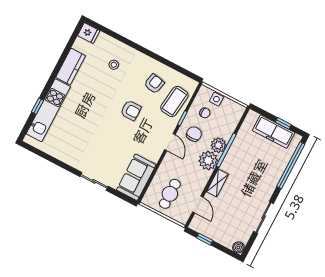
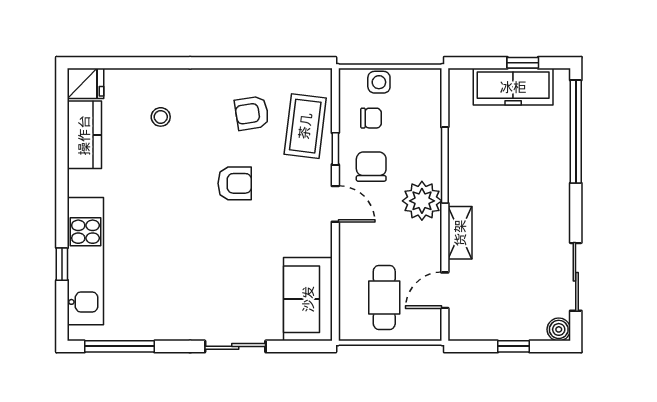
kitchen counter: (71, 67) -> (84, 135), moved
armchair: (154, 84) -> (252, 113), turned -111
plant: (218, 145) -> (426, 163), removed
window: (44, 155) -> (120, 346), added
door: (198, 205) -> (445, 290), swing flipped
sliding door: (263, 217) -> (576, 277), moved
window: (205, 239) -> (514, 346), moved

